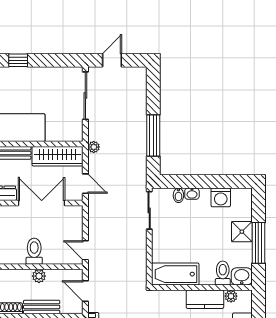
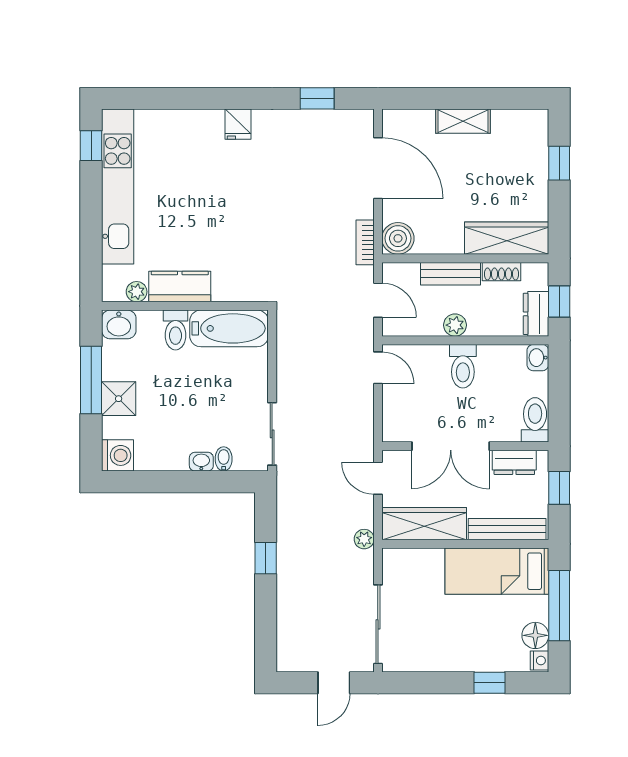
window: (153, 135) -> (266, 558), width x0.46
washing machine: (221, 197) -> (117, 455), moved, turned 90
toilet: (223, 273) -> (175, 330), moved

